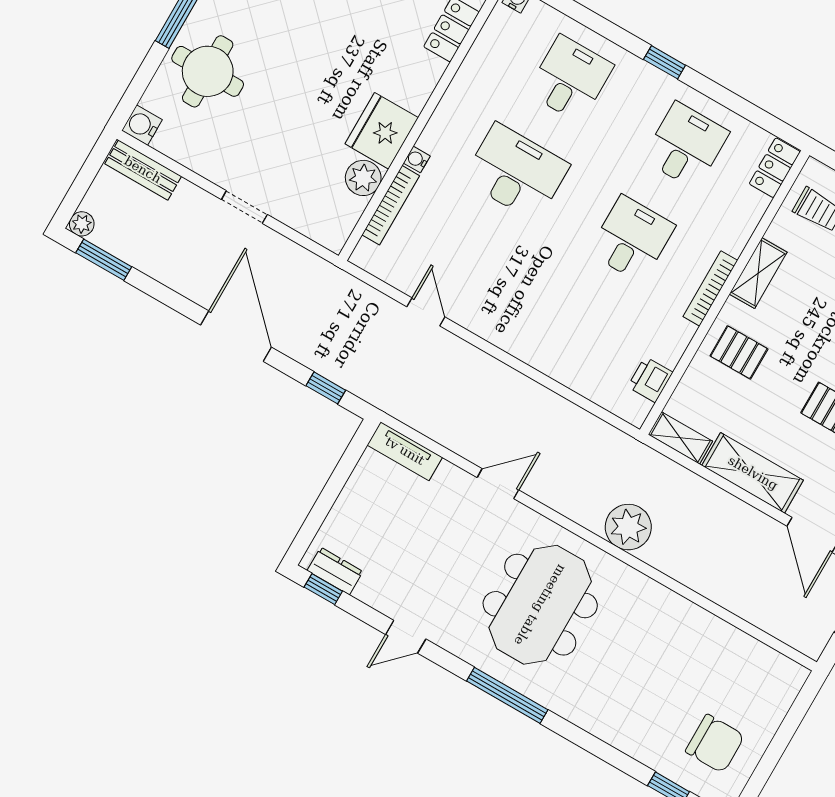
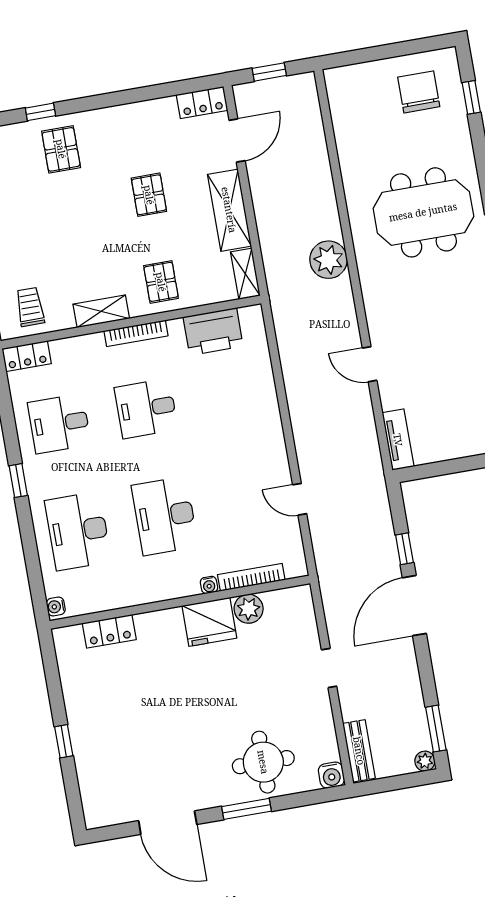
desk: (570, 79) -> (78, 531), width x1.37
door: (426, 312) -> (300, 499), hinge flipped
printer: (650, 380) -> (213, 332), width x1.87, depth x1.48
window: (326, 388) -> (404, 549), moved
meeting table: (540, 605) -> (423, 212), moved

